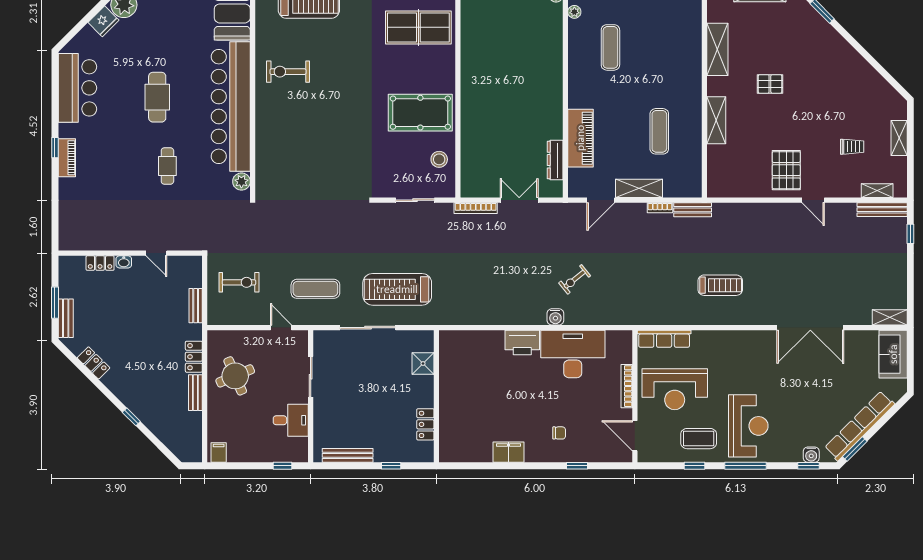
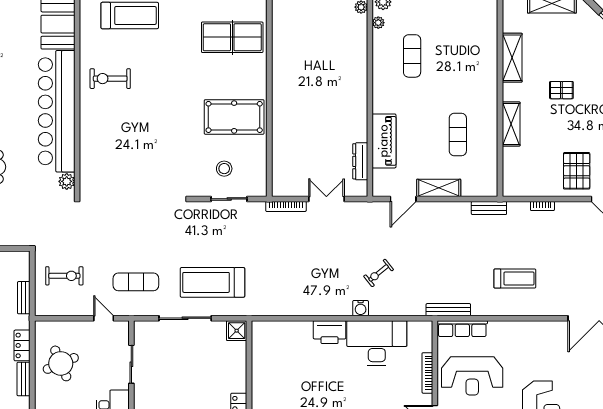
stool: (439, 159) -> (224, 169), moved
bookcase: (660, 208) -> (542, 206), moved
bench: (649, 319) -> (448, 310), added
shower: (423, 364) -> (237, 331), moved

